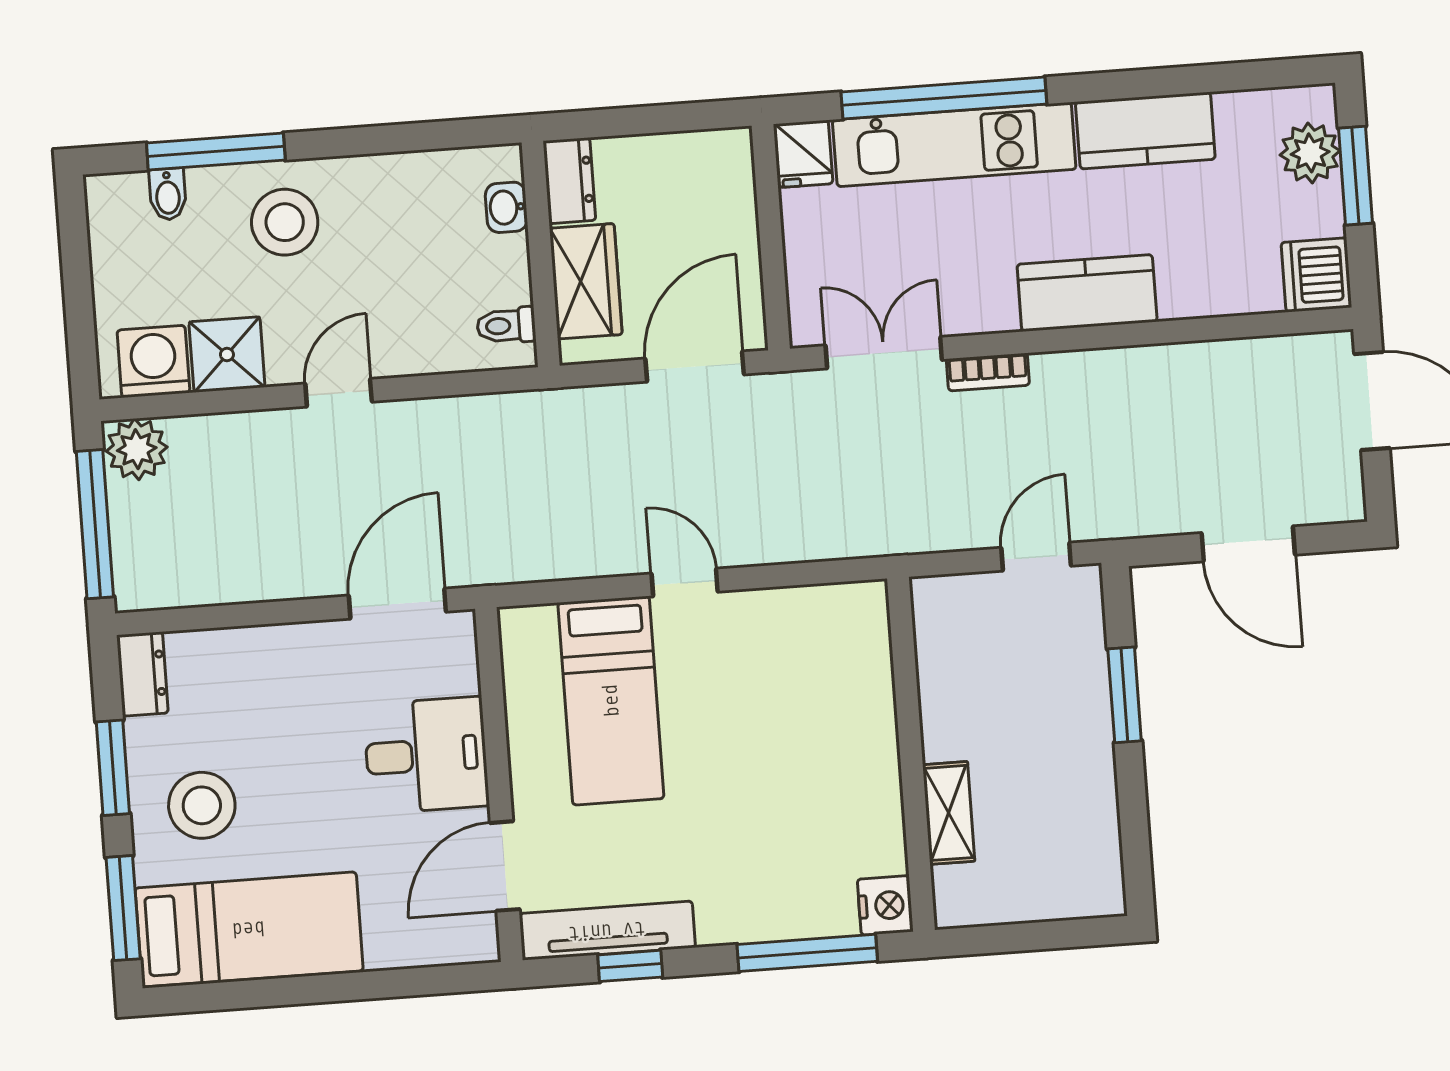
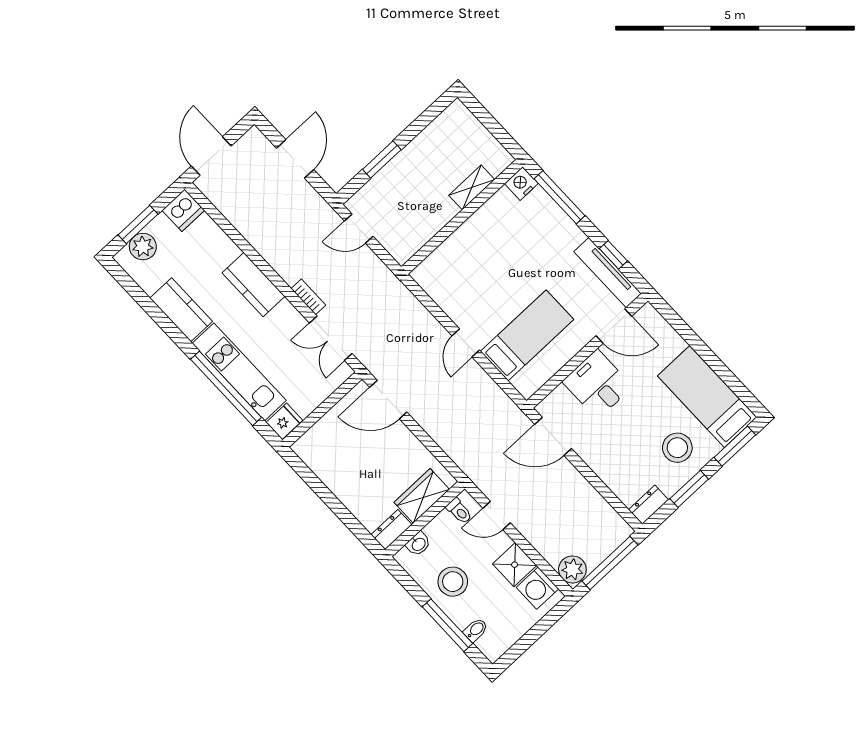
dresser: (569, 181) -> (392, 530), moved
washbasin: (506, 207) -> (418, 544), moved
wall: (541, 254) -> (425, 519), moved
wardrobe: (586, 281) -> (422, 496), moved
toilet: (506, 326) -> (459, 511), moved

